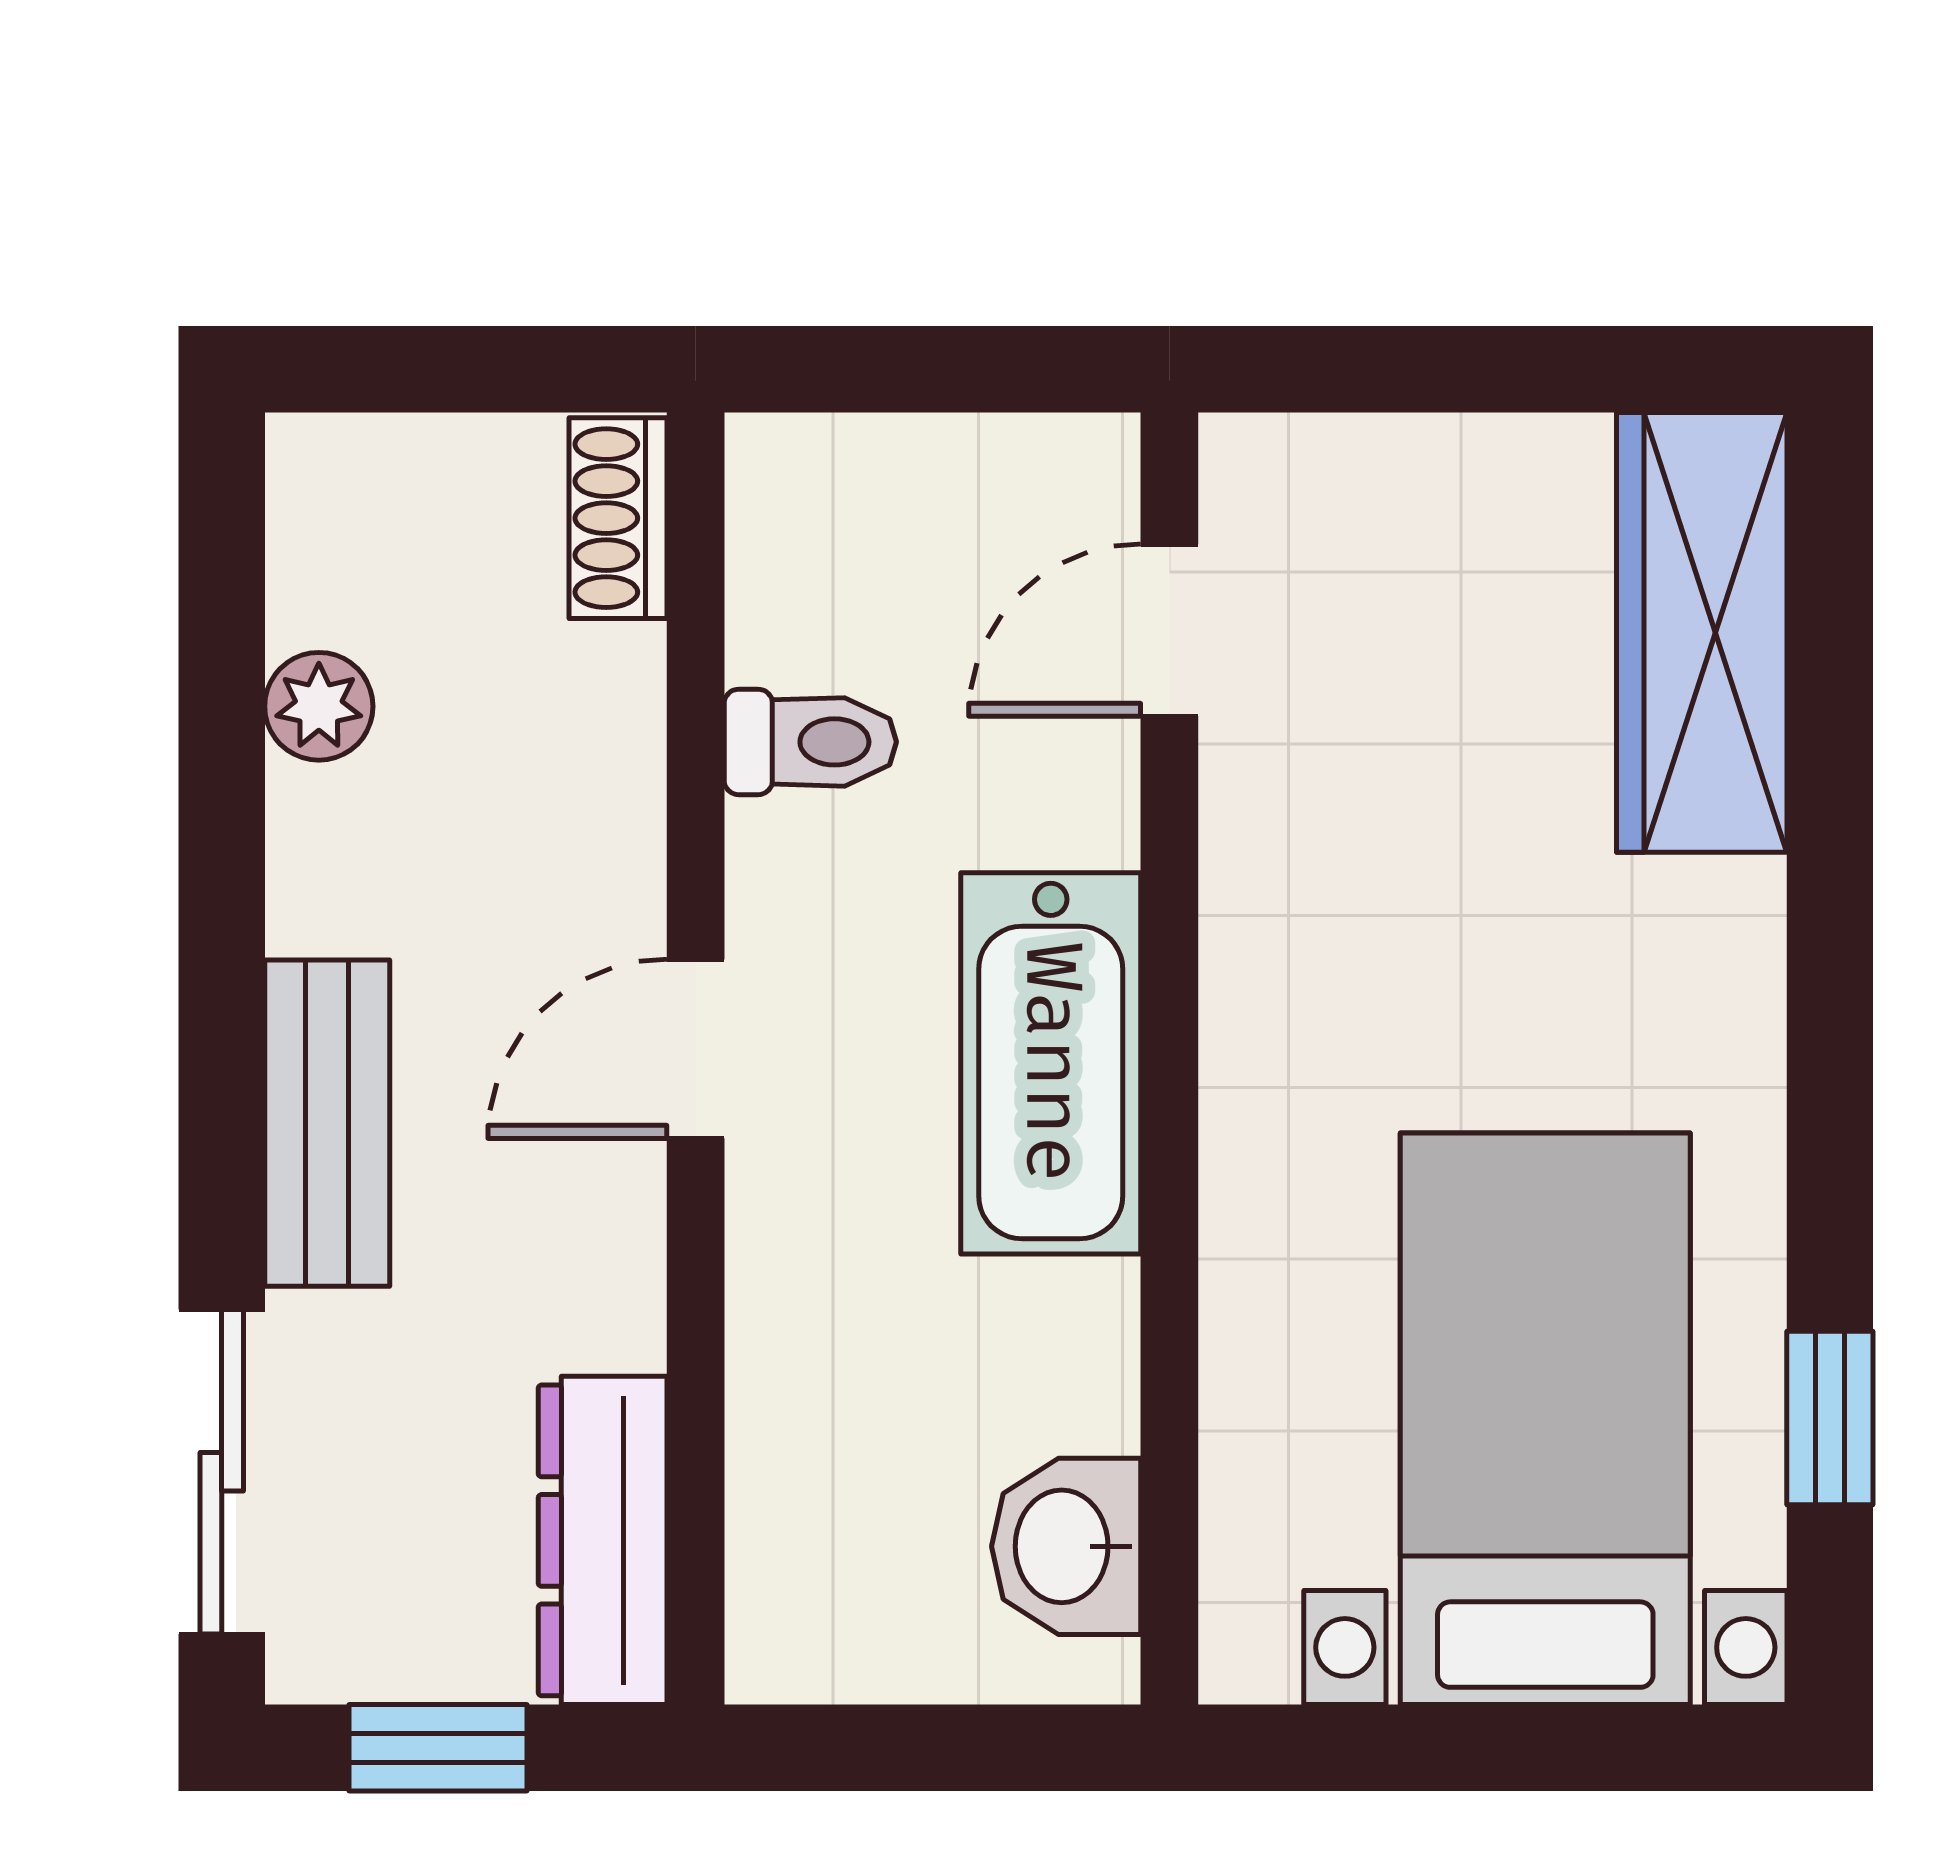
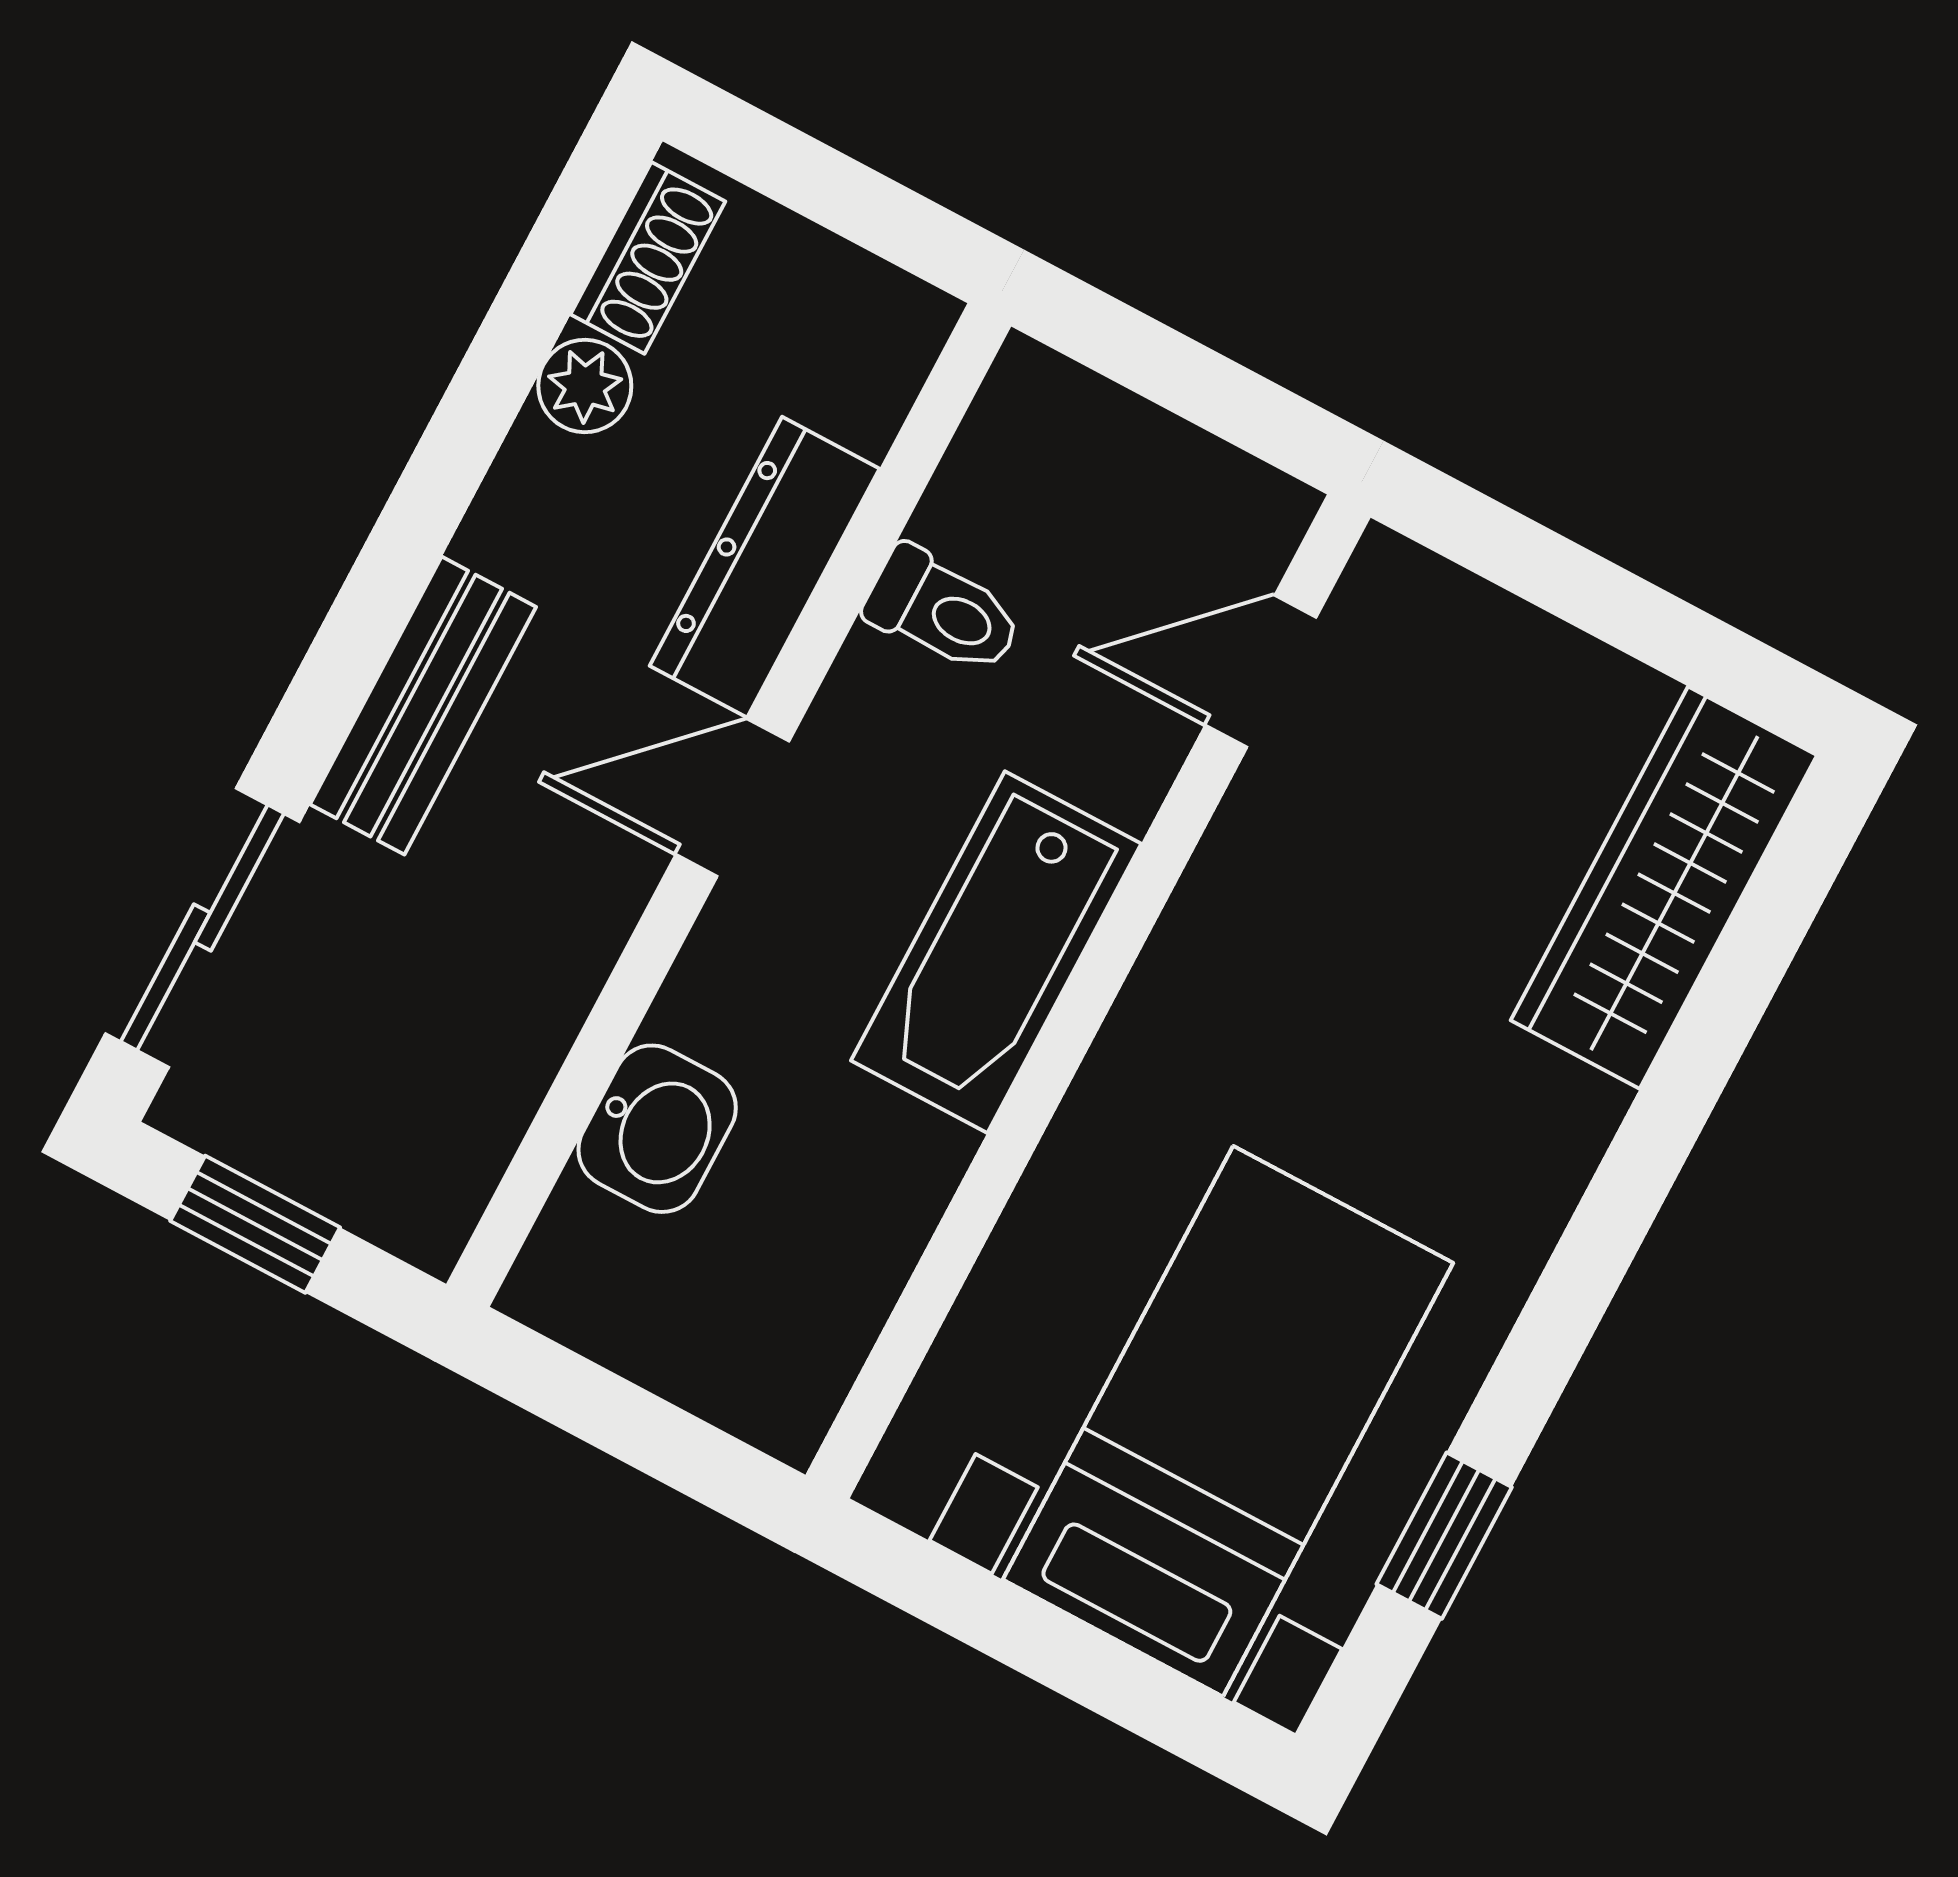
shoe rack: (618, 518) -> (648, 258), moved, turned 180
dresser: (603, 1540) -> (765, 567), moved
washbasin: (1066, 1546) -> (657, 1129), moved, turned 180

